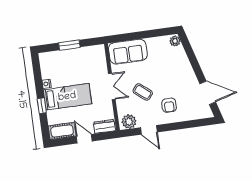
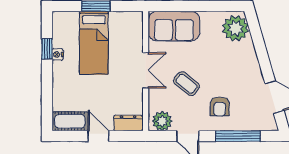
plant: (175, 41) -> (235, 28), width x1.87, depth x1.87
bed: (67, 97) -> (94, 43), moved, turned 90
window: (42, 106) -> (47, 49), moved
window: (185, 125) -> (238, 136), added

